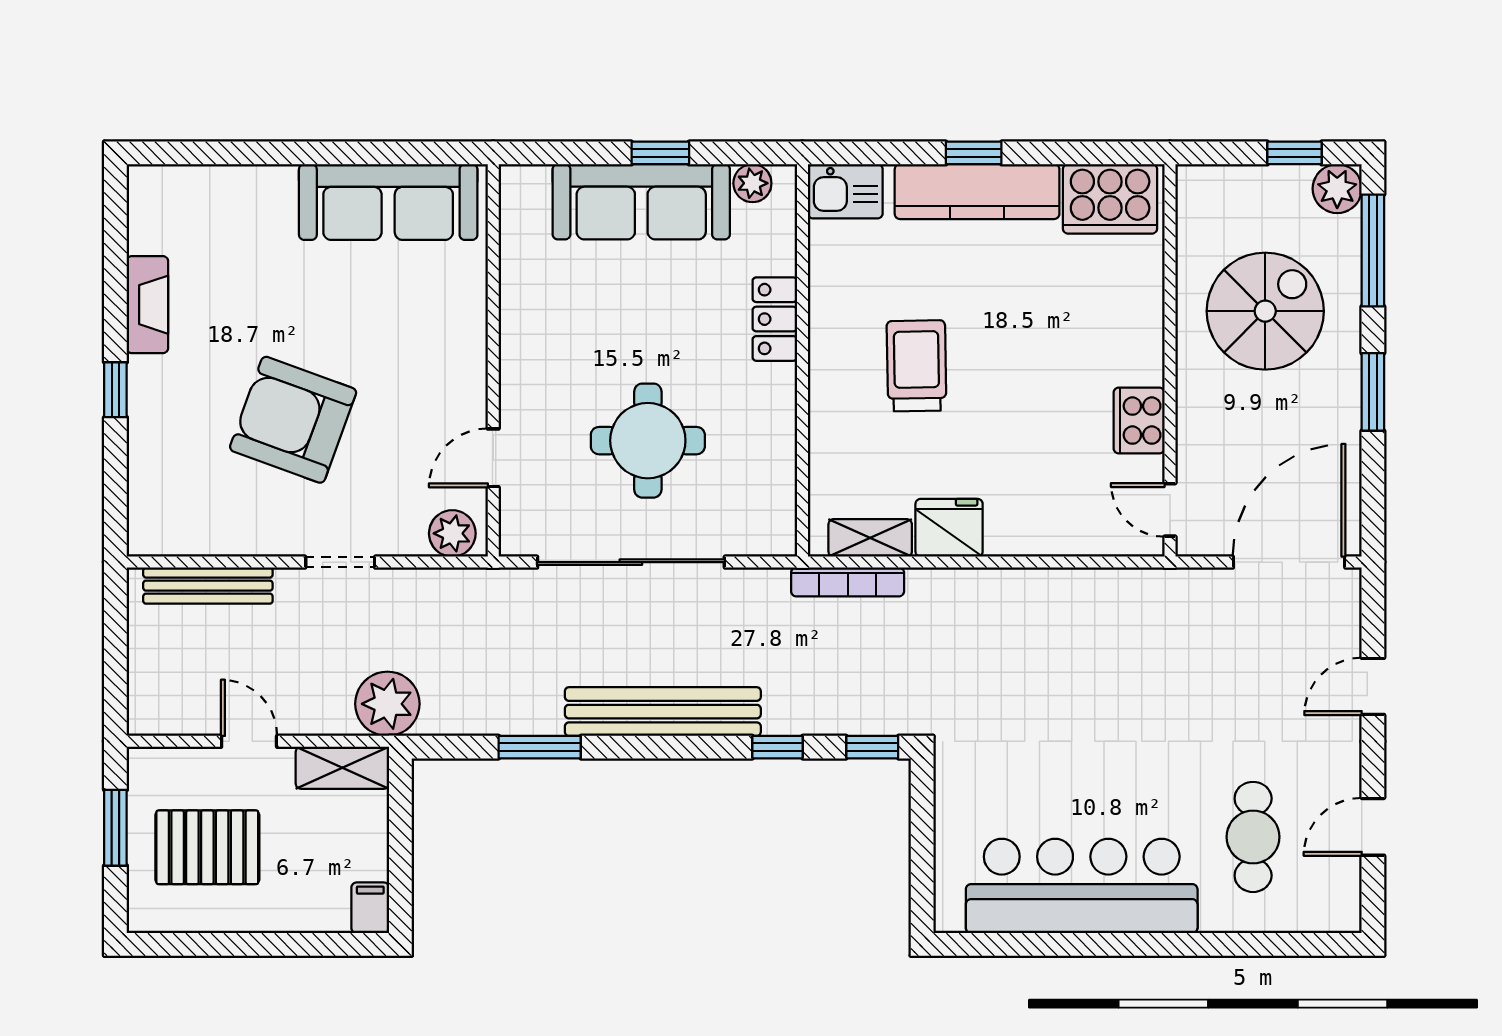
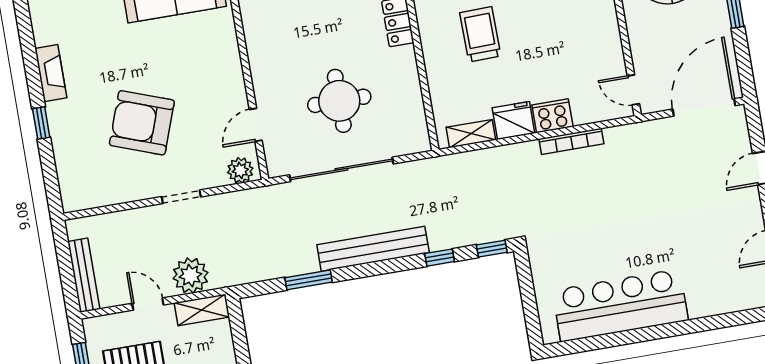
cooker: (1139, 421) -> (552, 116), moved, turned 90
bookcase: (848, 582) -> (571, 141), moved
bench: (208, 586) -> (84, 275), moved, turned 90
plant: (387, 704) -> (190, 276), moved
cafe table: (1253, 837) -> (710, 262), removed

